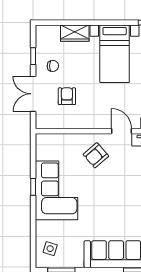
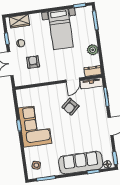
wardrobe: (75, 33) -> (19, 21), moved
door: (122, 131) -> (73, 80), swing flipped
armchair: (96, 155) -> (70, 107), moved

